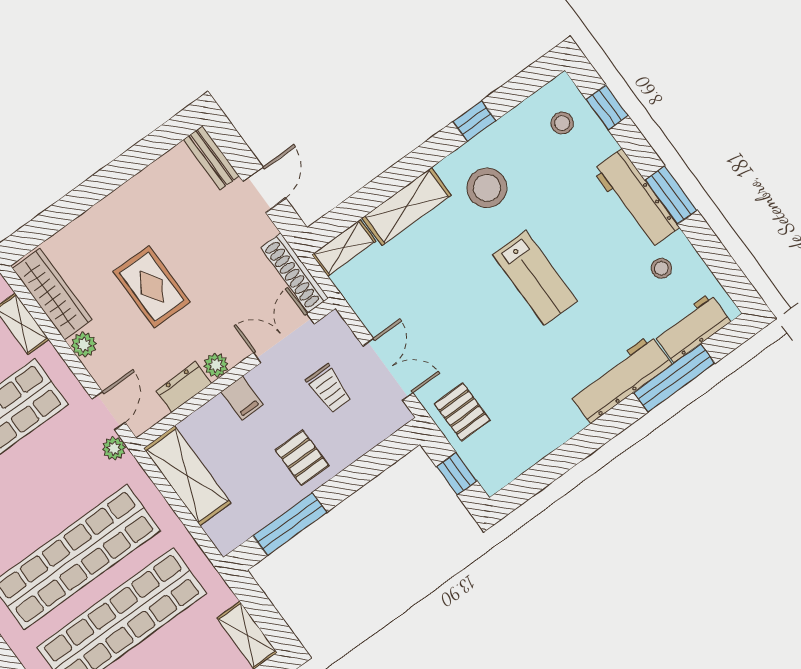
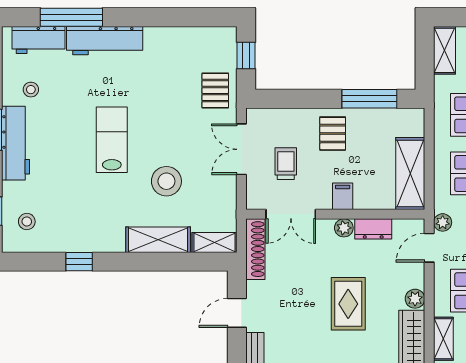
stool: (487, 188) -> (166, 181), moved

